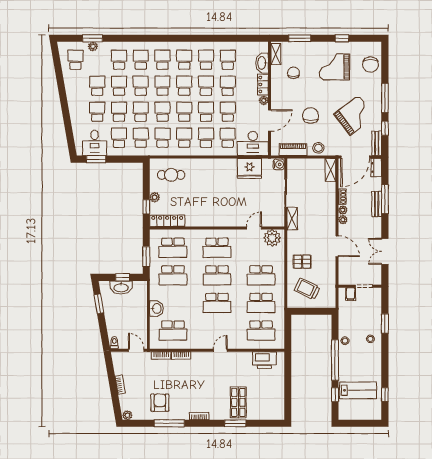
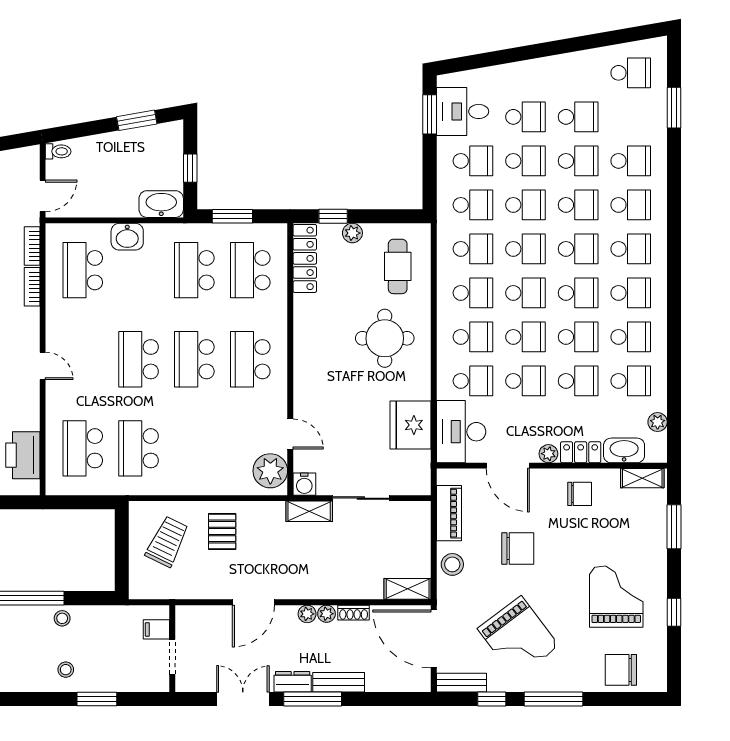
plant: (93, 46) -> (658, 422), moved
chair: (294, 73) -> (580, 494), moved
water cooler: (279, 164) -> (304, 484), moved
dresser: (376, 168) -> (293, 682), moved
round table: (207, 181) -> (385, 338), added
window: (385, 199) -> (313, 699), moved
school desk: (261, 275) -> (194, 448), removed
washbasin: (121, 287) -> (161, 204), moved, turned 90

